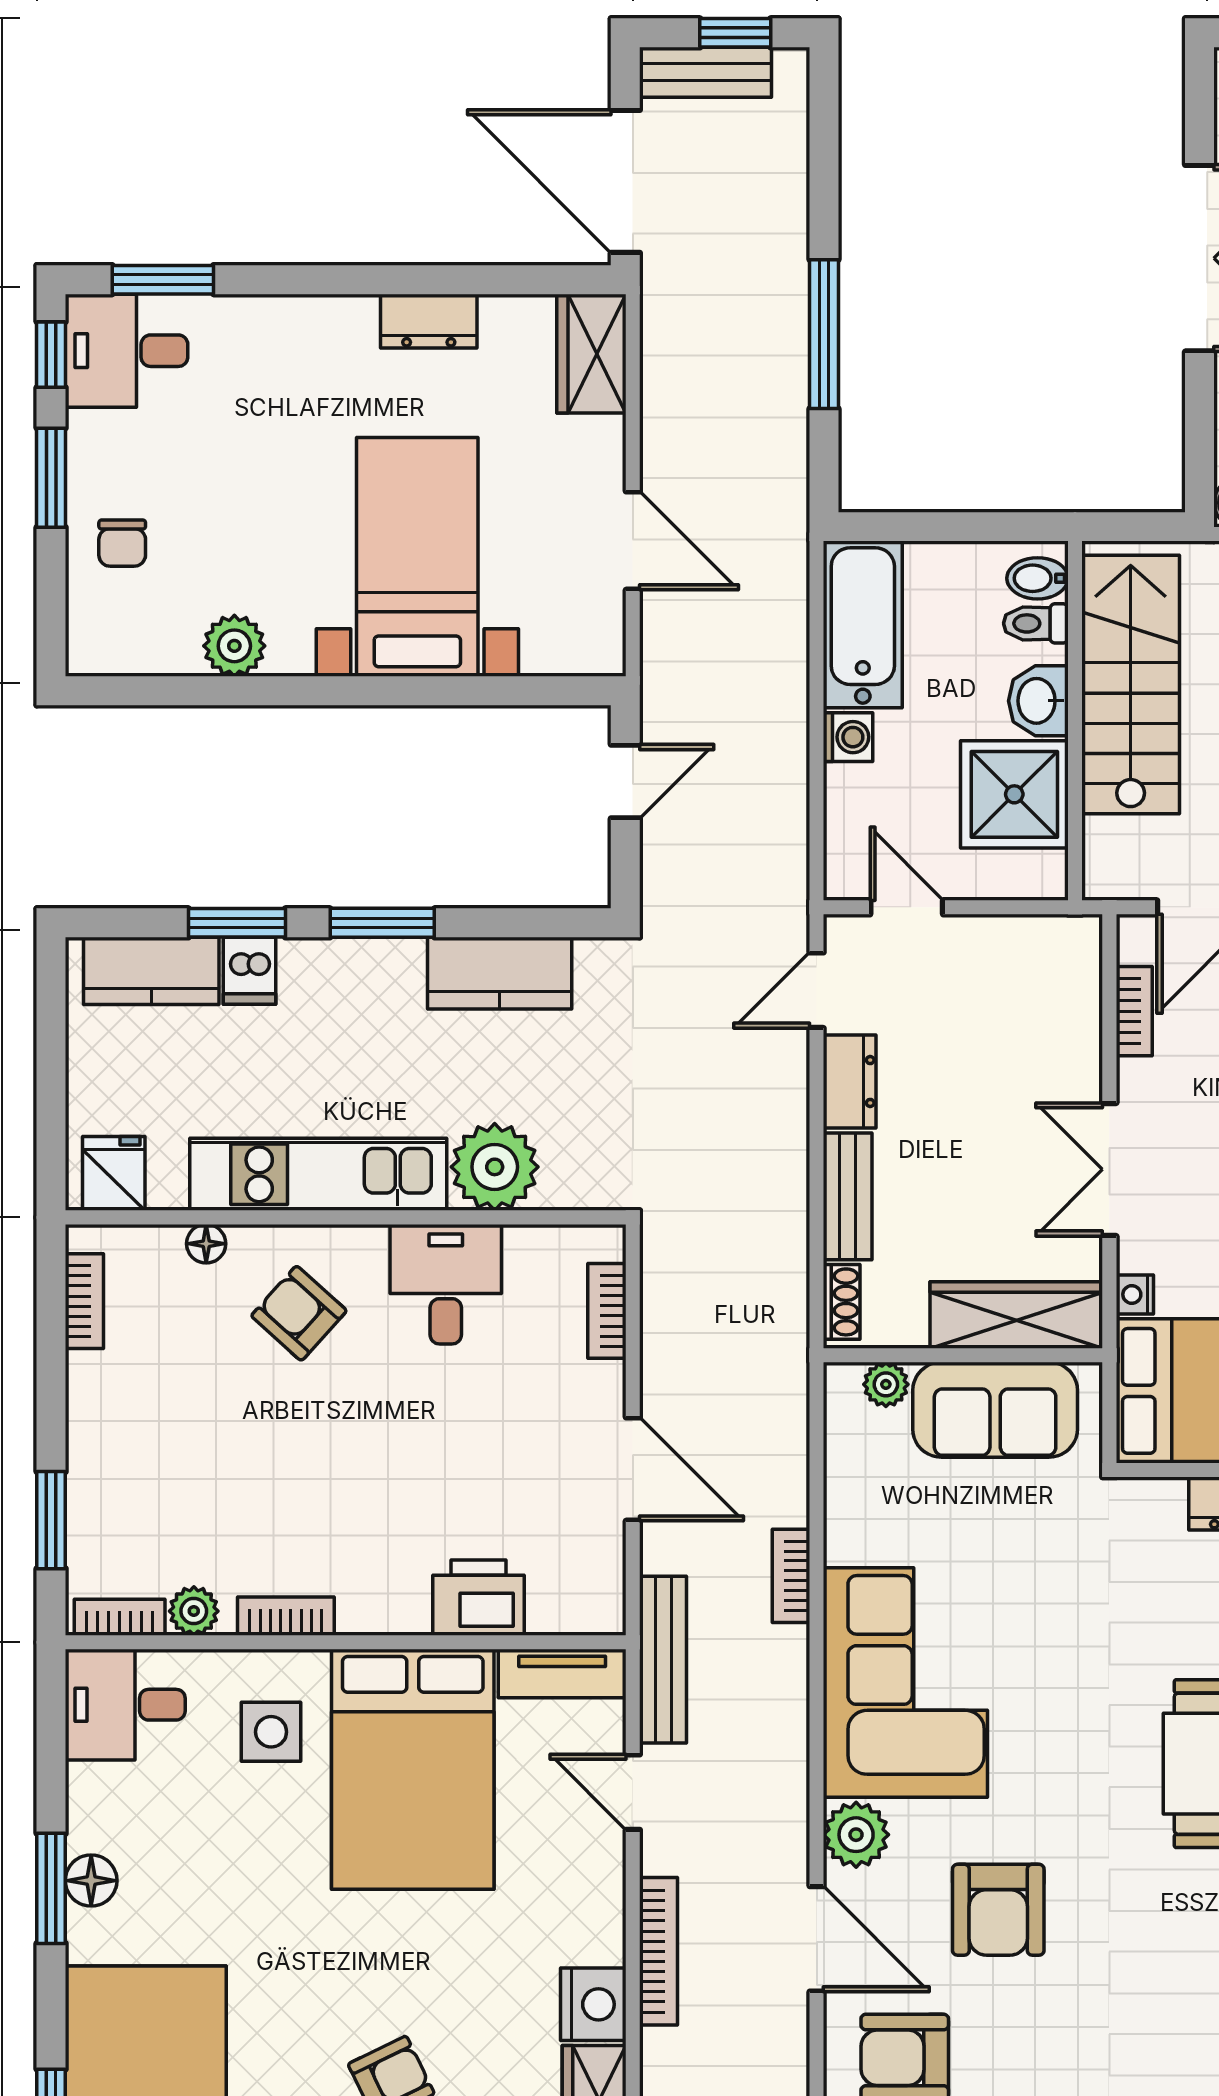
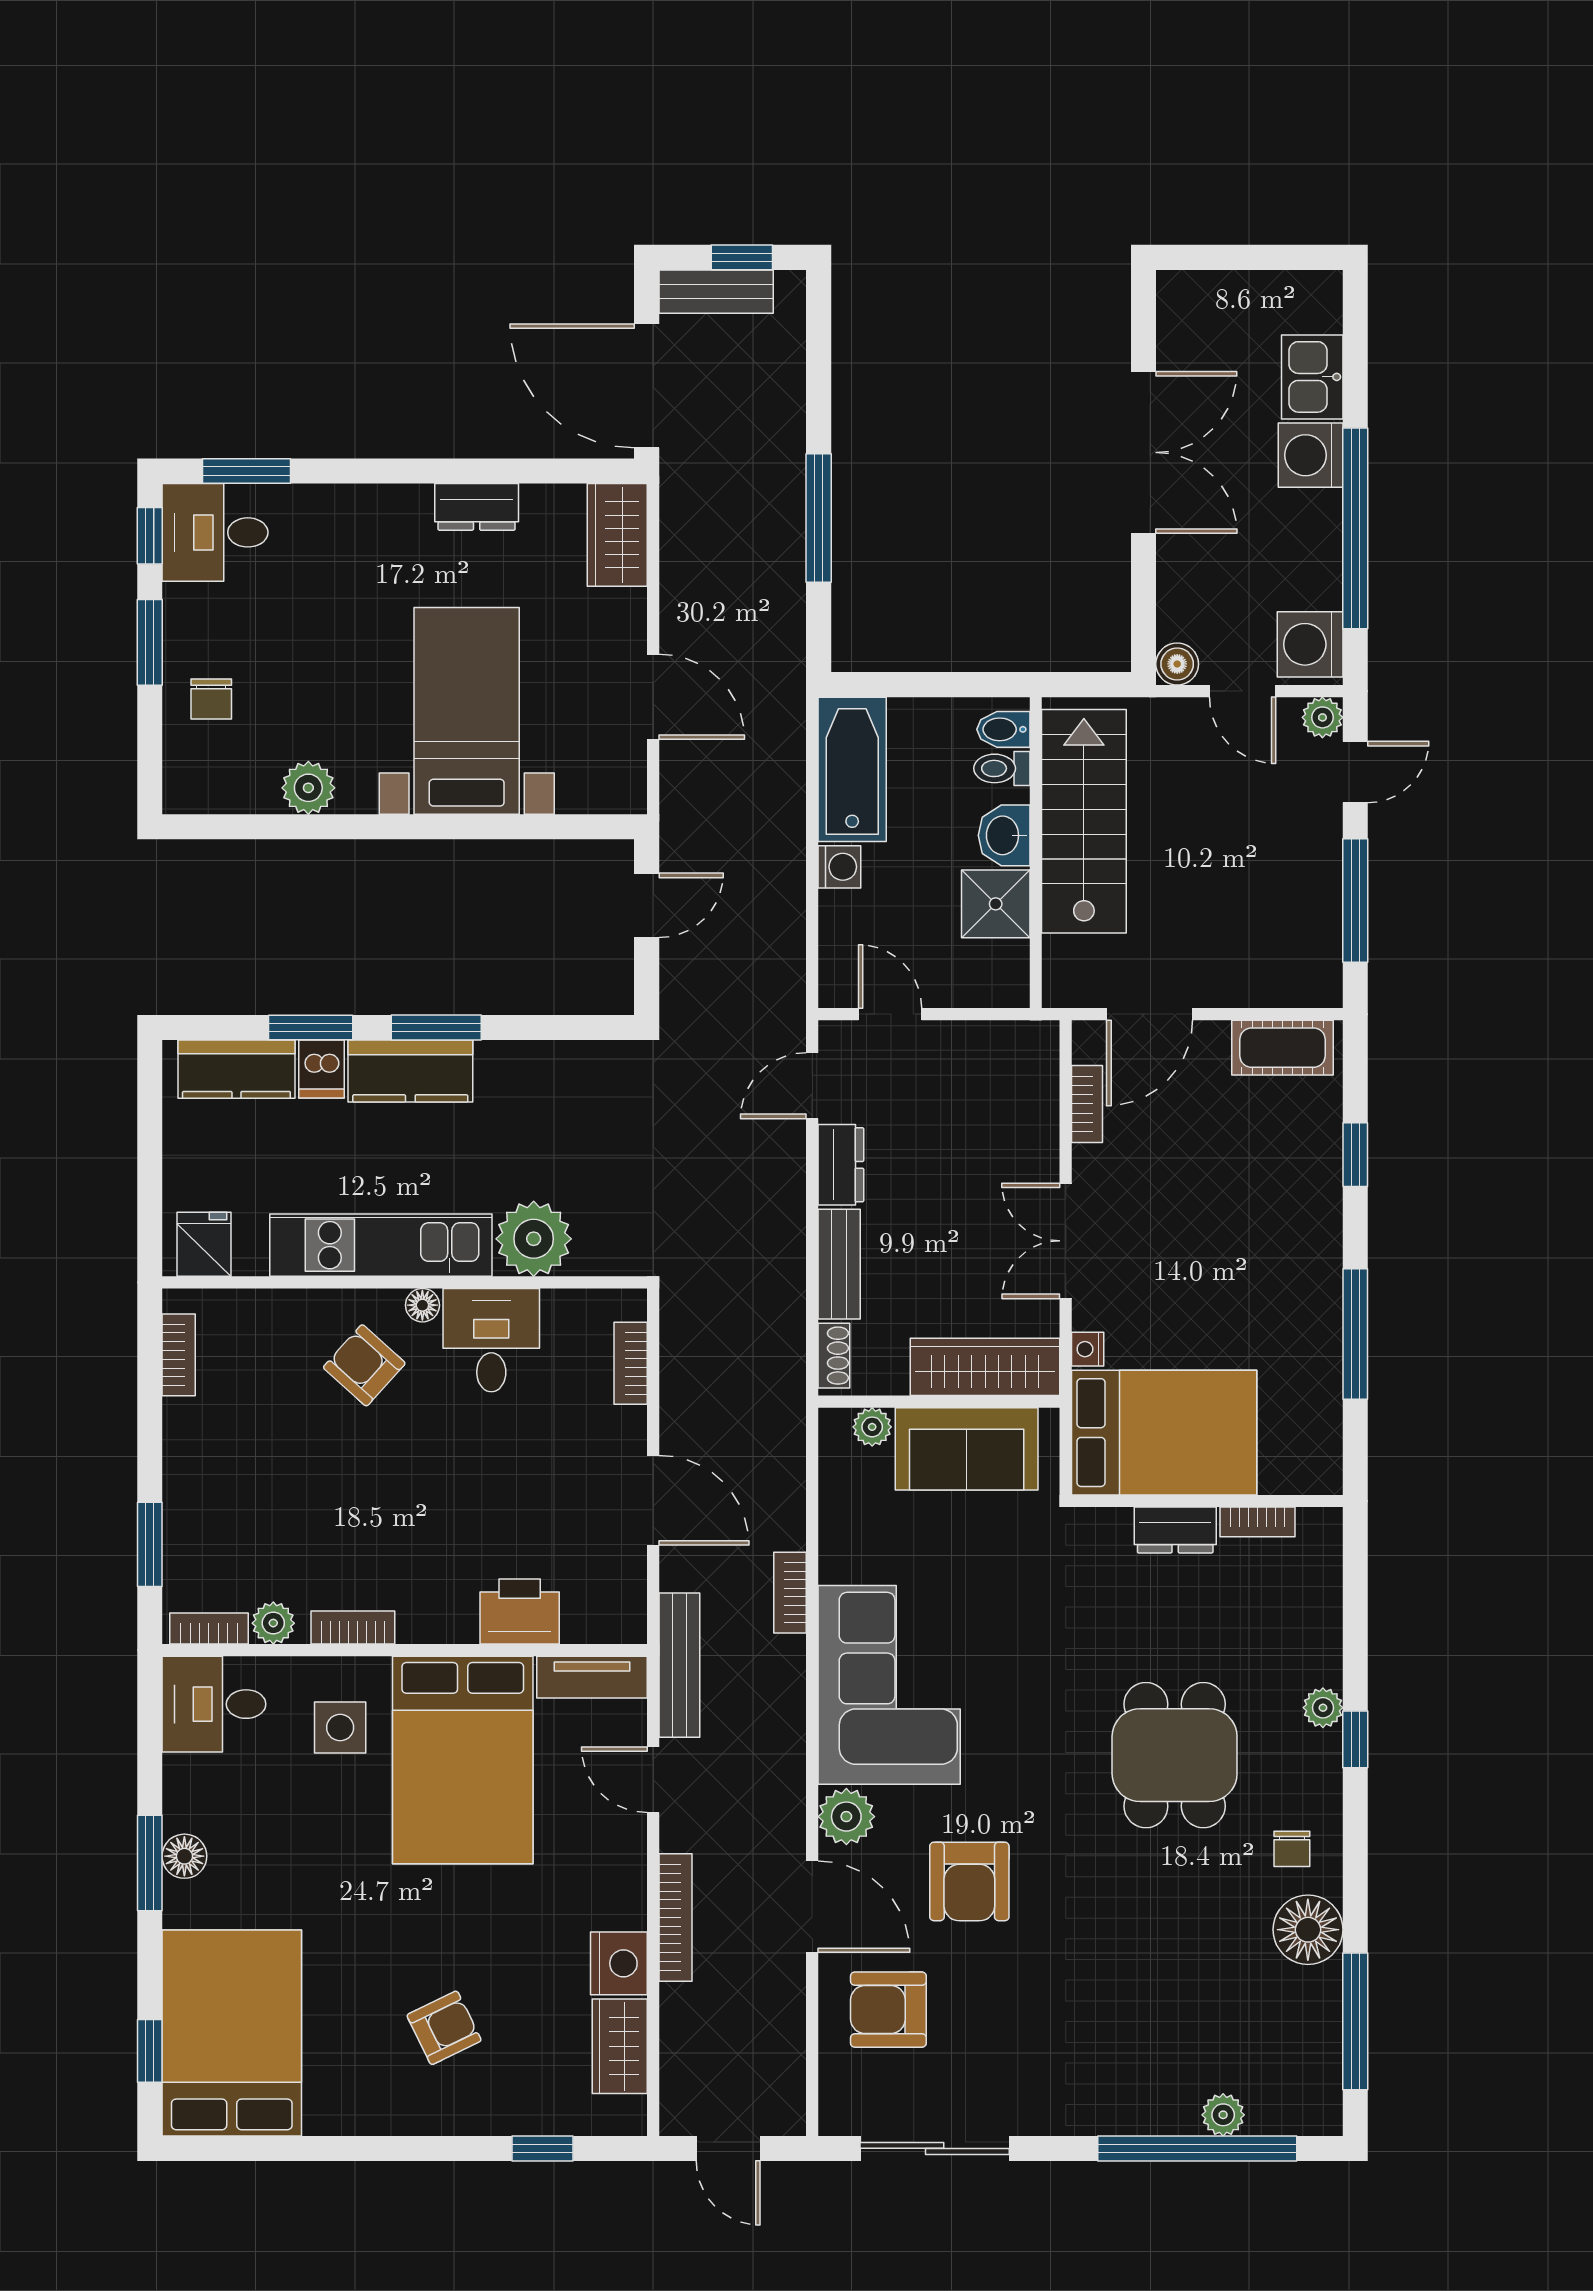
shower: (1014, 794) -> (996, 904), width x0.73, depth x0.73
kitchen counter: (500, 973) -> (410, 1071), moved
floor lamp: (206, 1244) -> (422, 1305), moved

